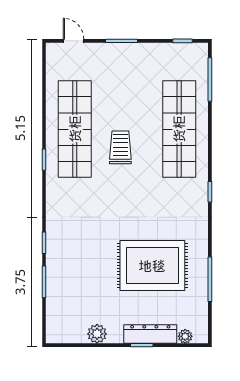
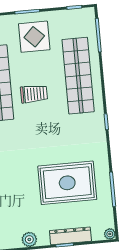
display table: (127, 74) -> (34, 37), added
trolley: (120, 147) -> (34, 94), turned 90
plant: (185, 336) -> (110, 234), moved

